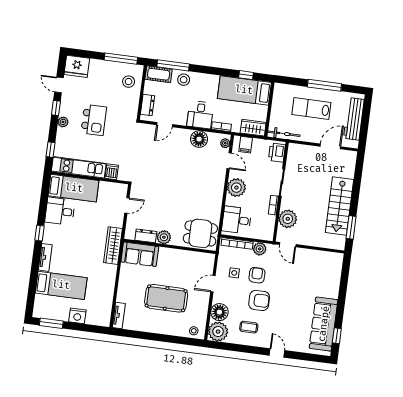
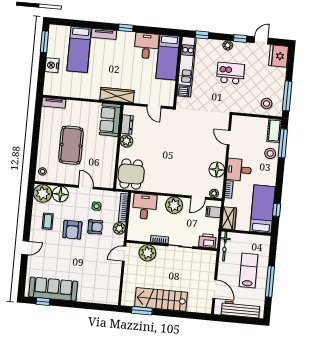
dresser: (147, 105) -> (246, 121), removed
kitchen island: (94, 120) -> (230, 73), turned 180

